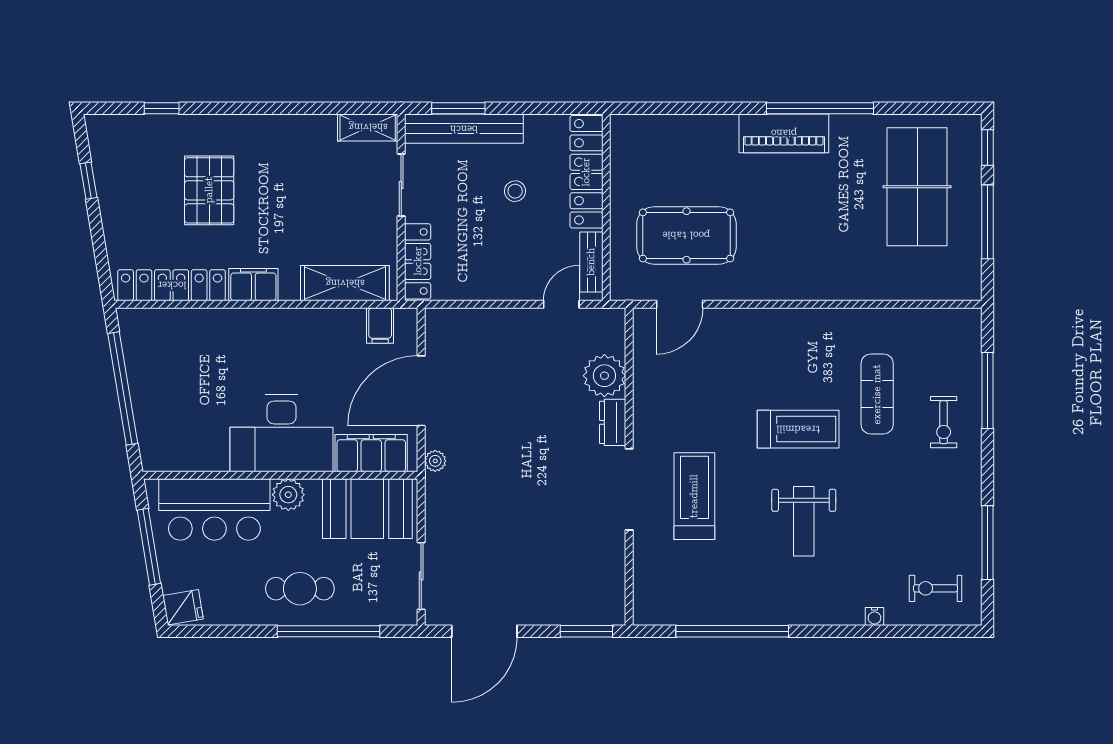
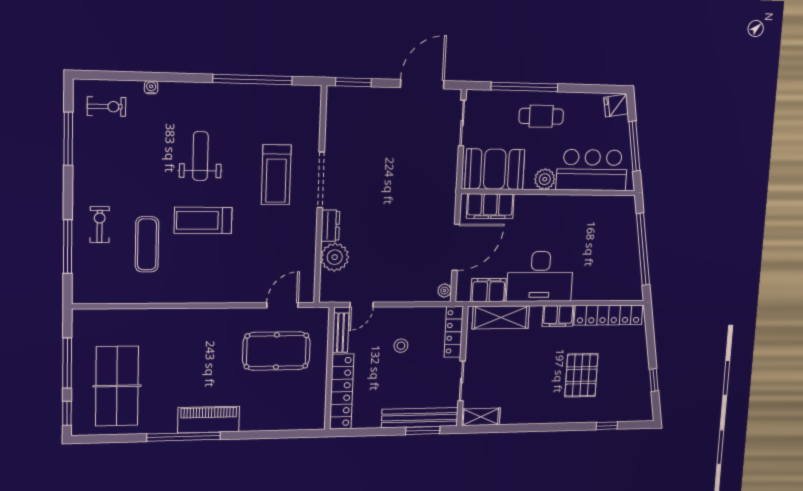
stool: (515, 191) -> (401, 346), moved
filing cabinet: (380, 325) -> (488, 290), width x2.00
desk: (281, 433) -> (540, 276), moved, turned 180
plant: (435, 461) -> (444, 291), moved

